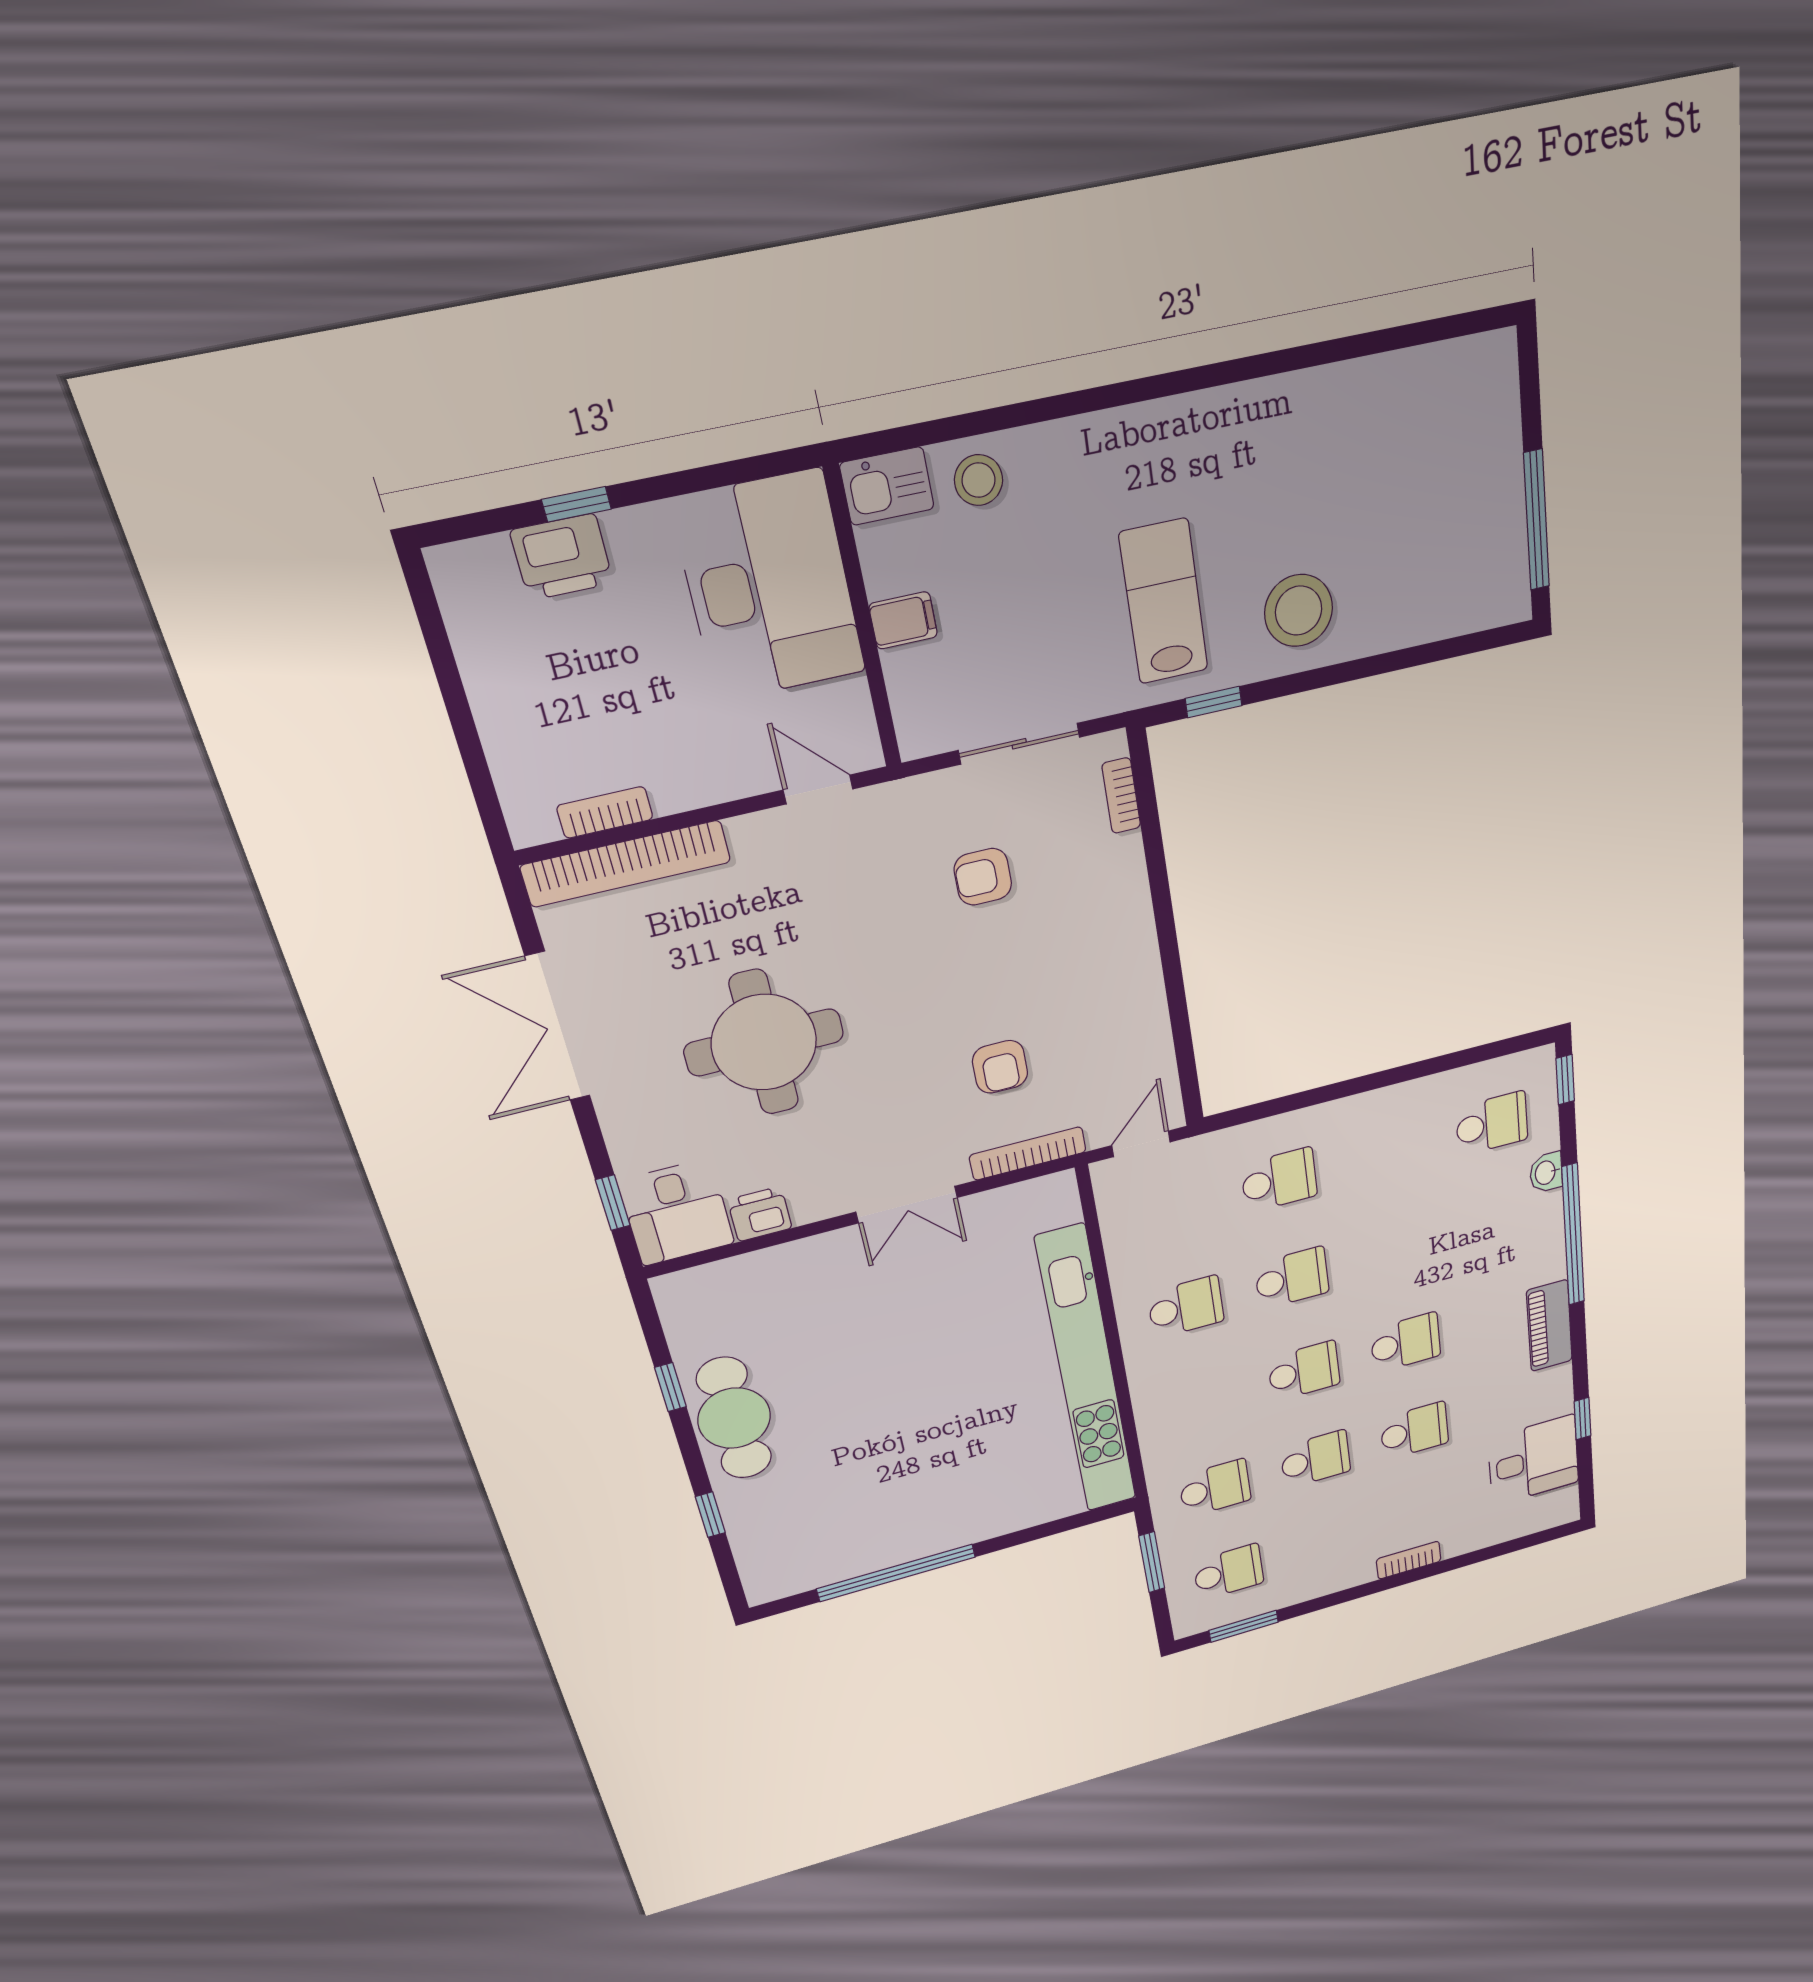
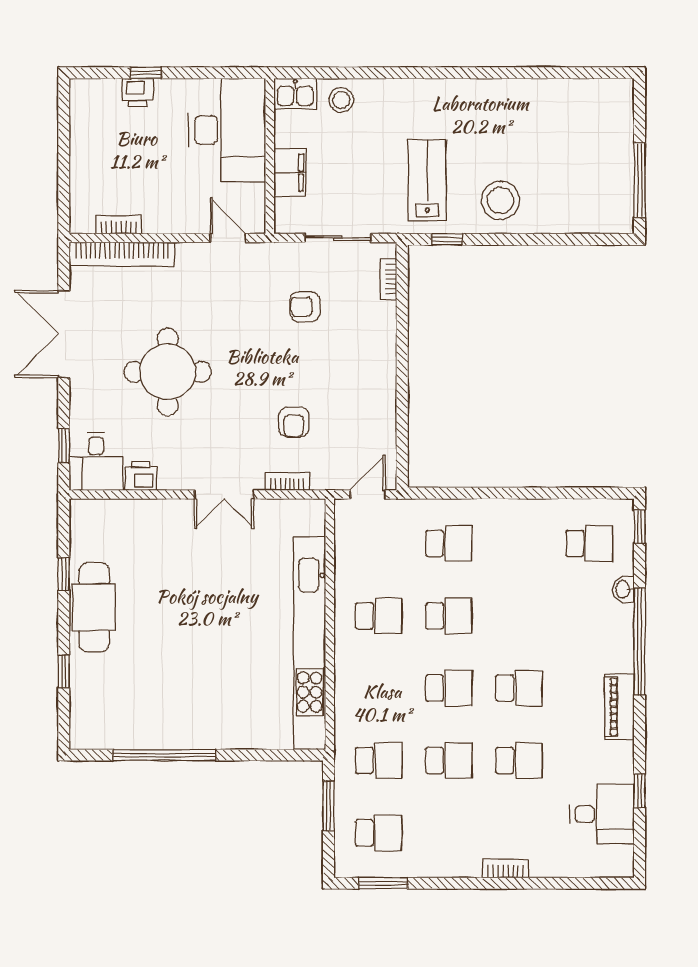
printer: (562, 557) -> (138, 92), width x0.73, depth x0.81
filing cabinet: (903, 620) -> (290, 173), width x2.00
bookcase: (1028, 1153) -> (287, 482), width x0.64

